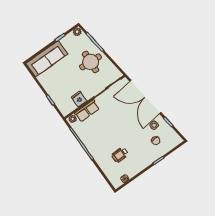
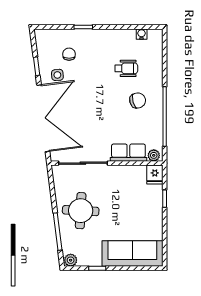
fridge: (79, 99) -> (155, 174), moved
chair: (102, 142) -> (138, 100), added

